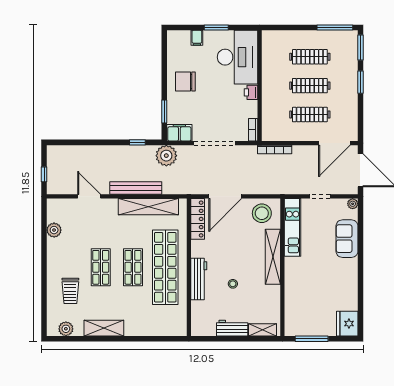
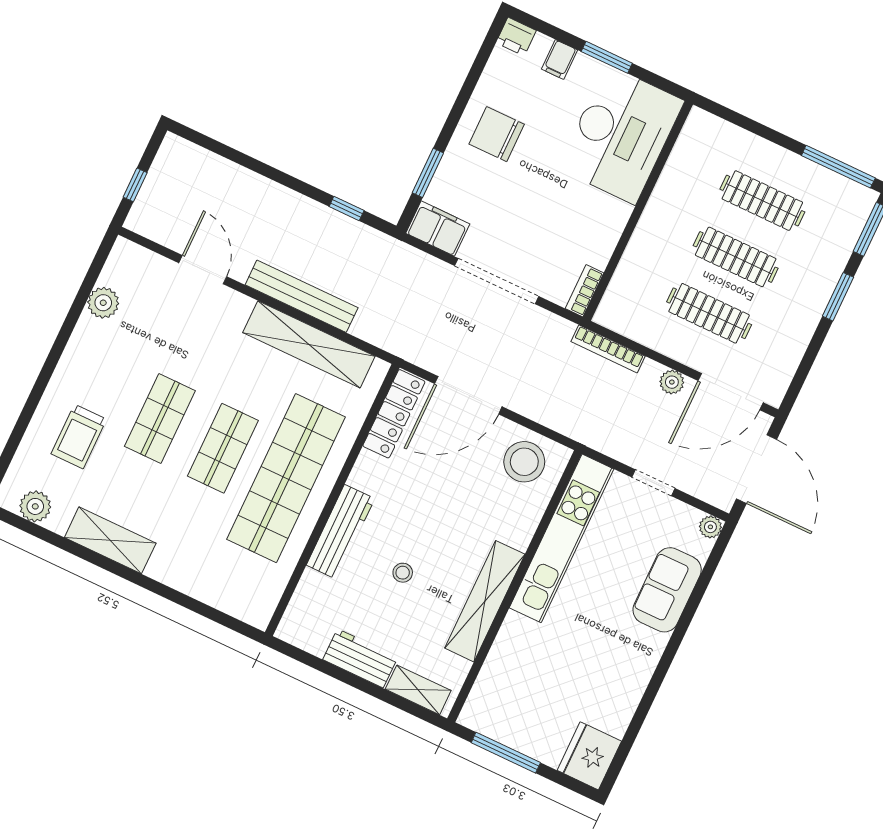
printer: (251, 92) -> (516, 37), moved, turned -90
plant: (166, 156) -> (672, 382), moved, width x0.53, depth x0.53
kitchen unit: (293, 227) -> (562, 538), width x1.36
shelving: (273, 257) -> (485, 601), moved

